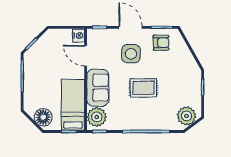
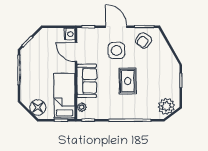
armchair: (161, 43) -> (144, 41), turned 127
rug: (143, 88) -> (128, 81), turned 90
plant: (97, 117) -> (82, 107), width x0.53, depth x0.53

